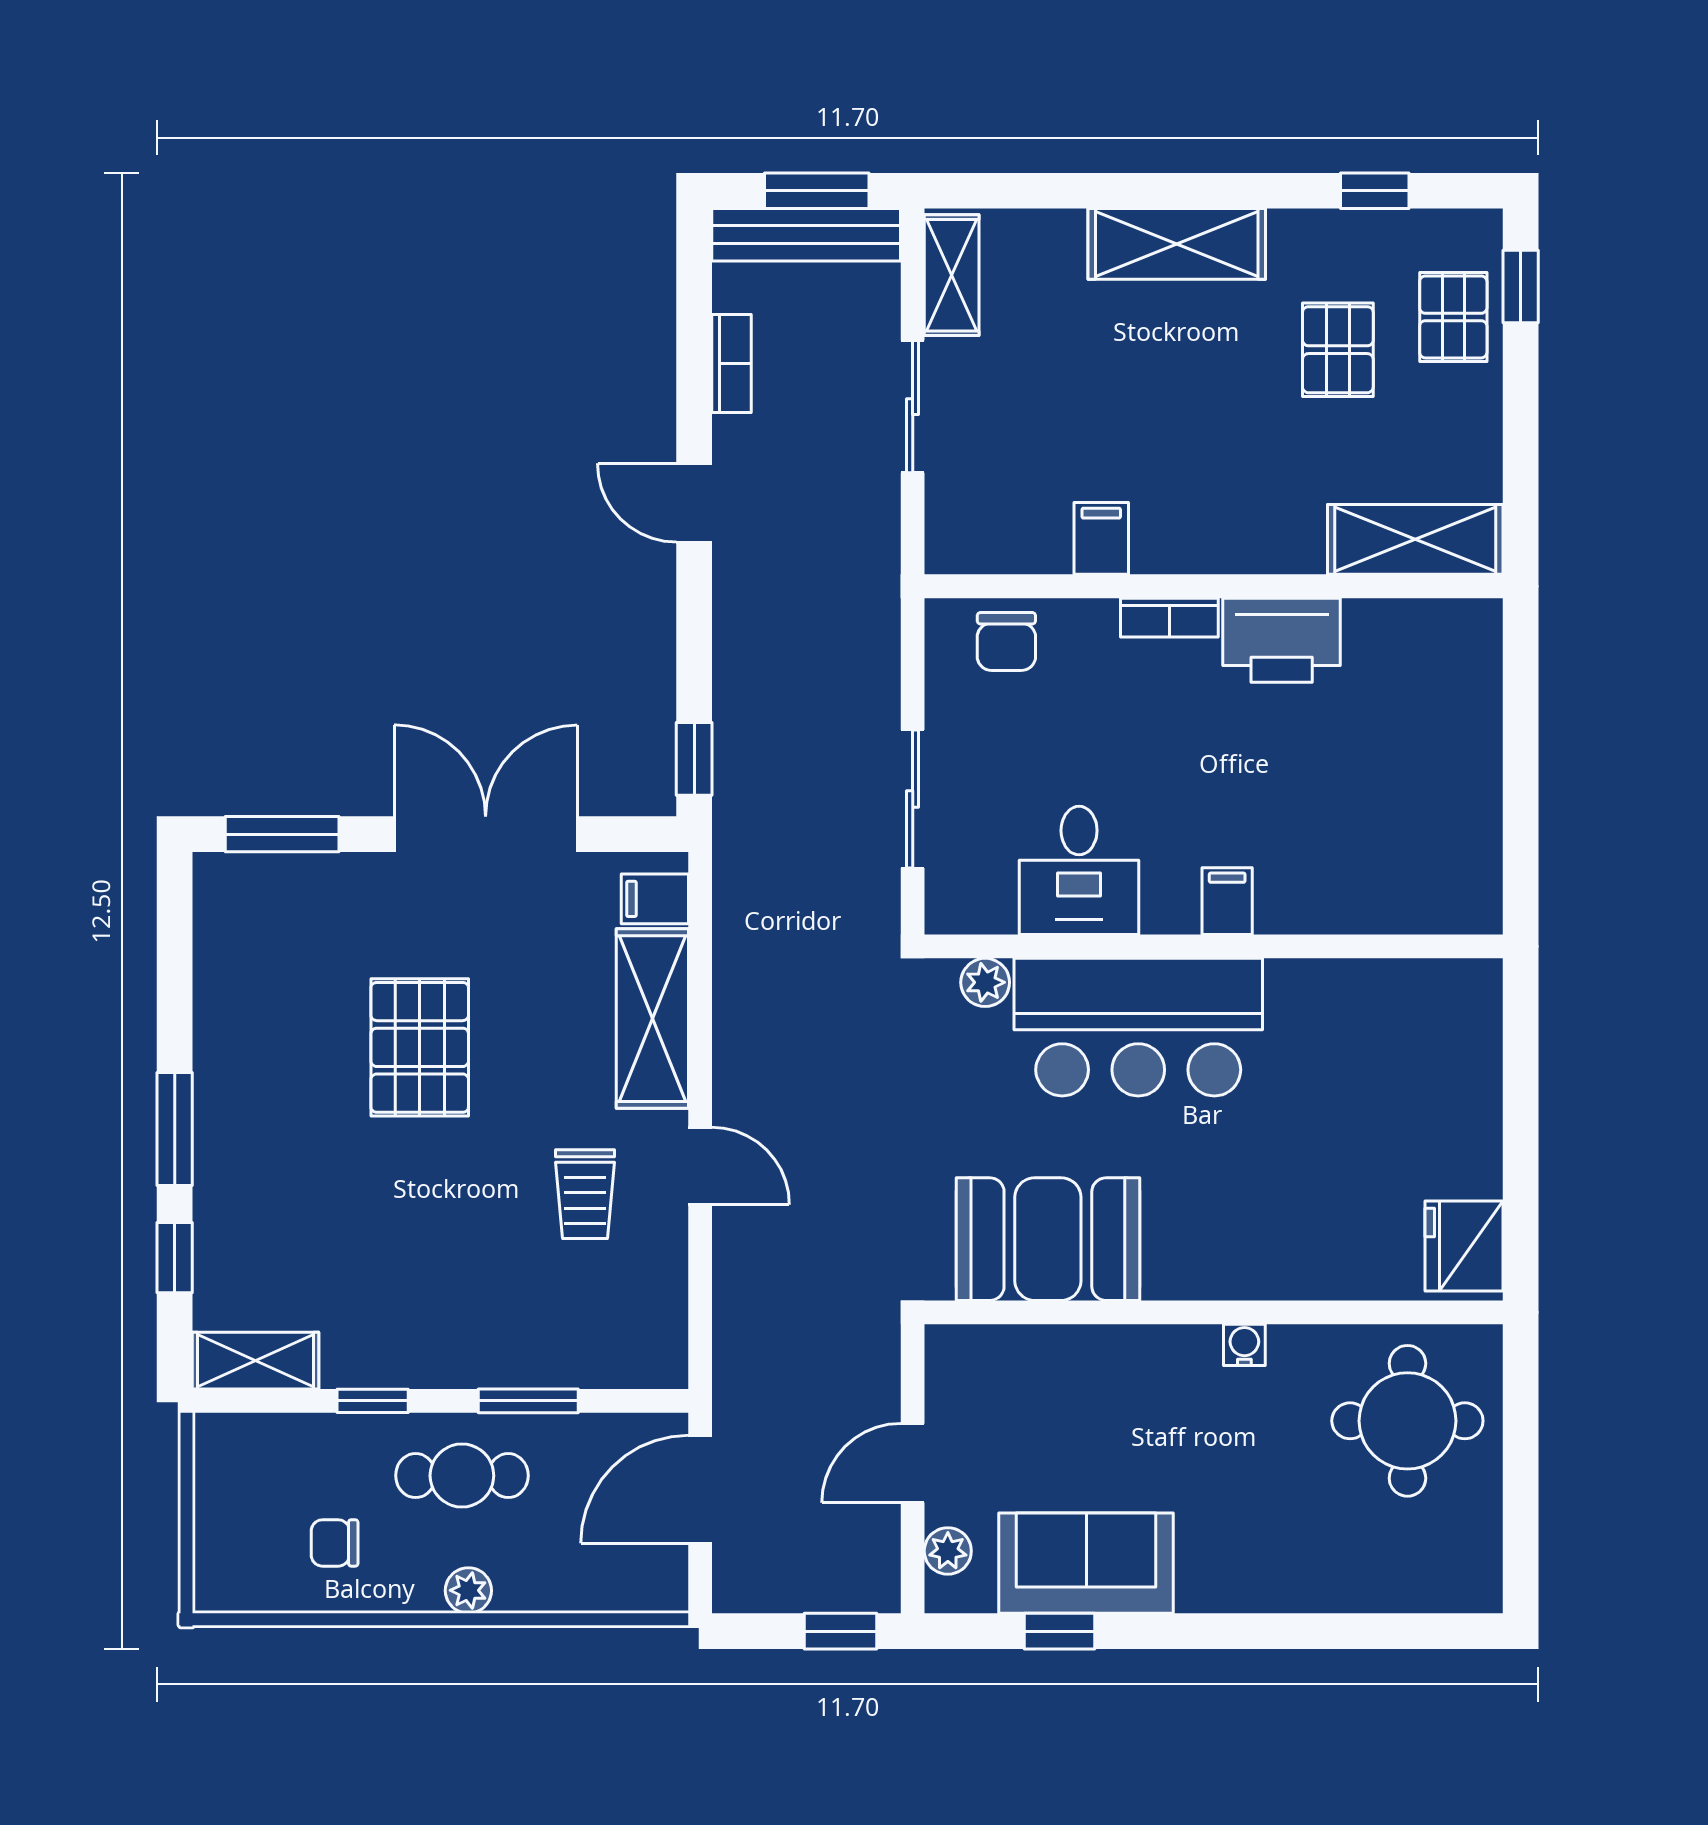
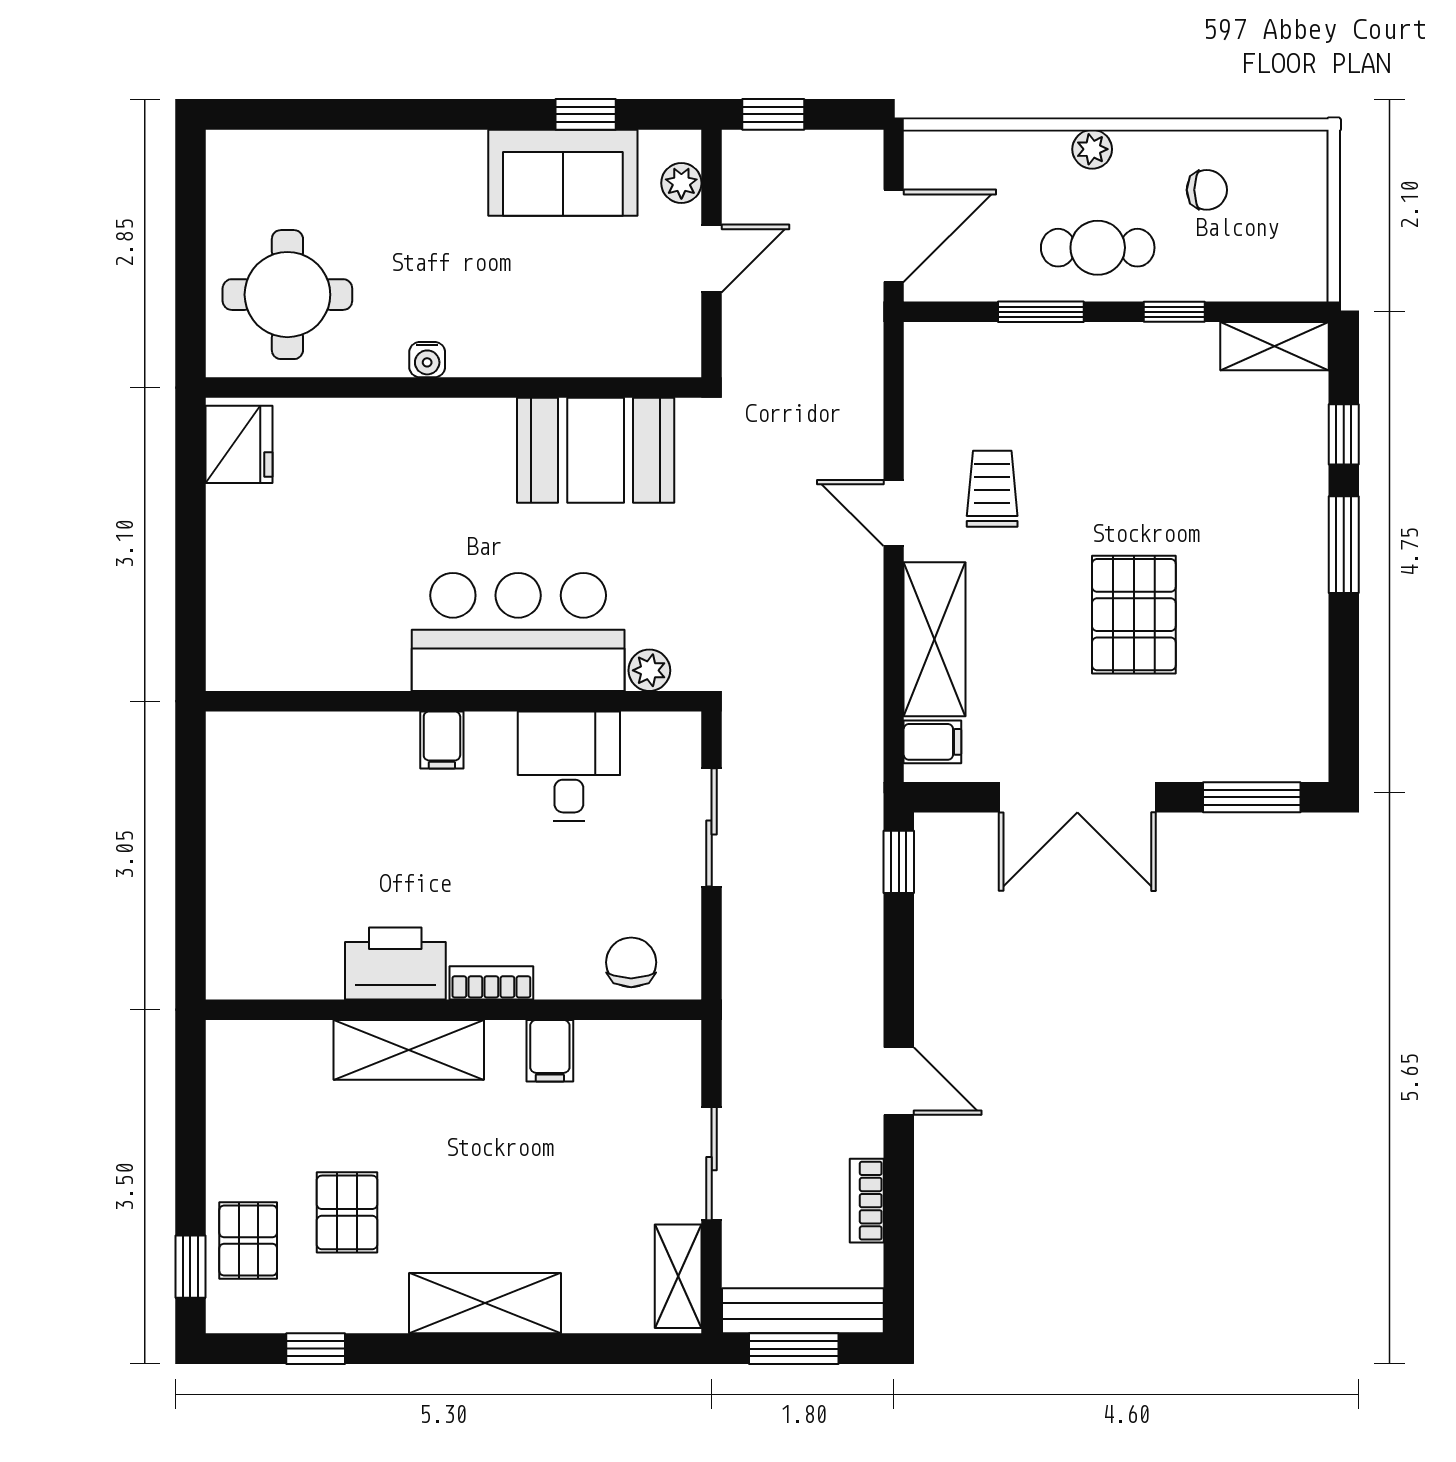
shelving: (1415, 539) -> (409, 1050), moved

